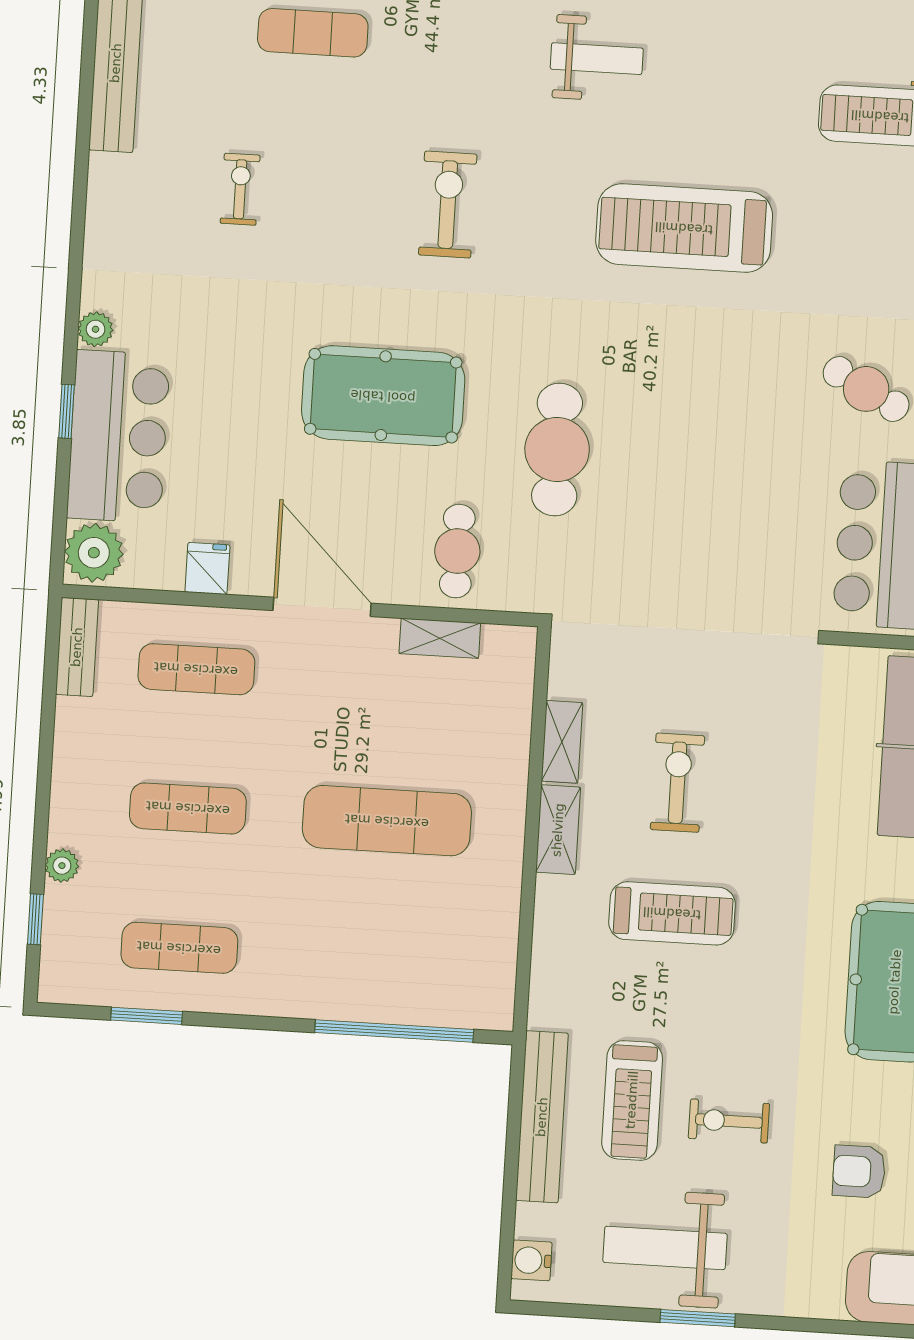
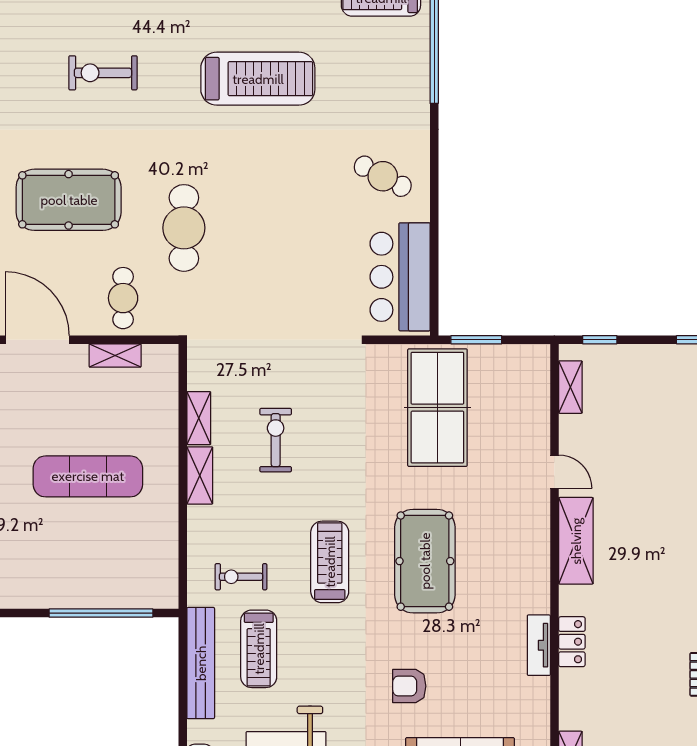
exercise bike: (448, 205) -> (103, 73), turned -90
treadmill: (684, 228) -> (258, 79), turned 180
treadmill: (672, 913) -> (330, 562), moved, turned -90
exercise bike: (729, 1121) -> (241, 577), moved

